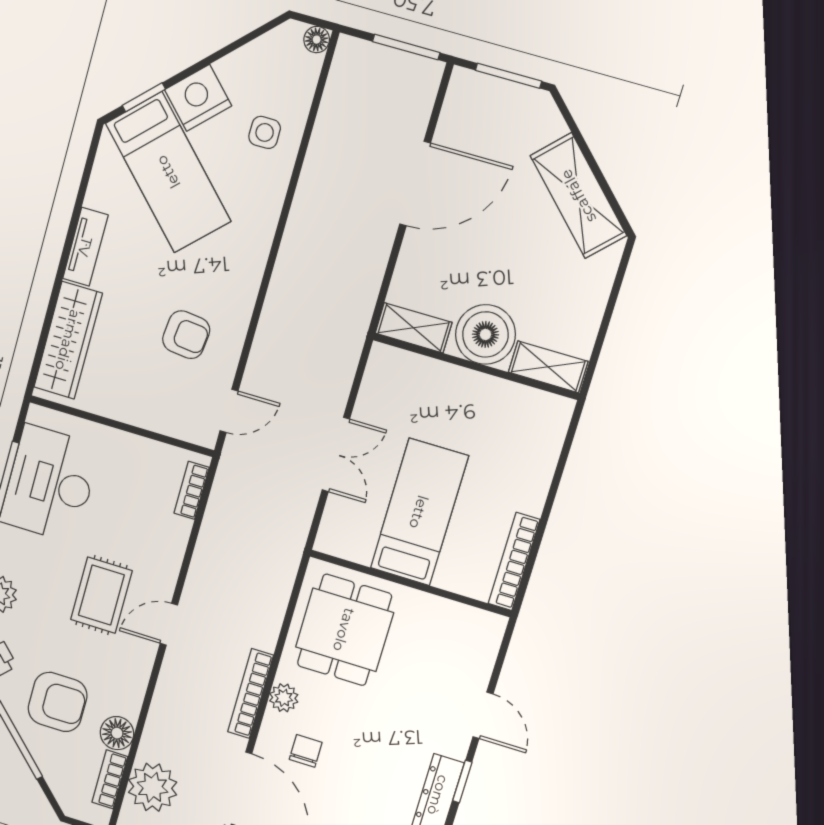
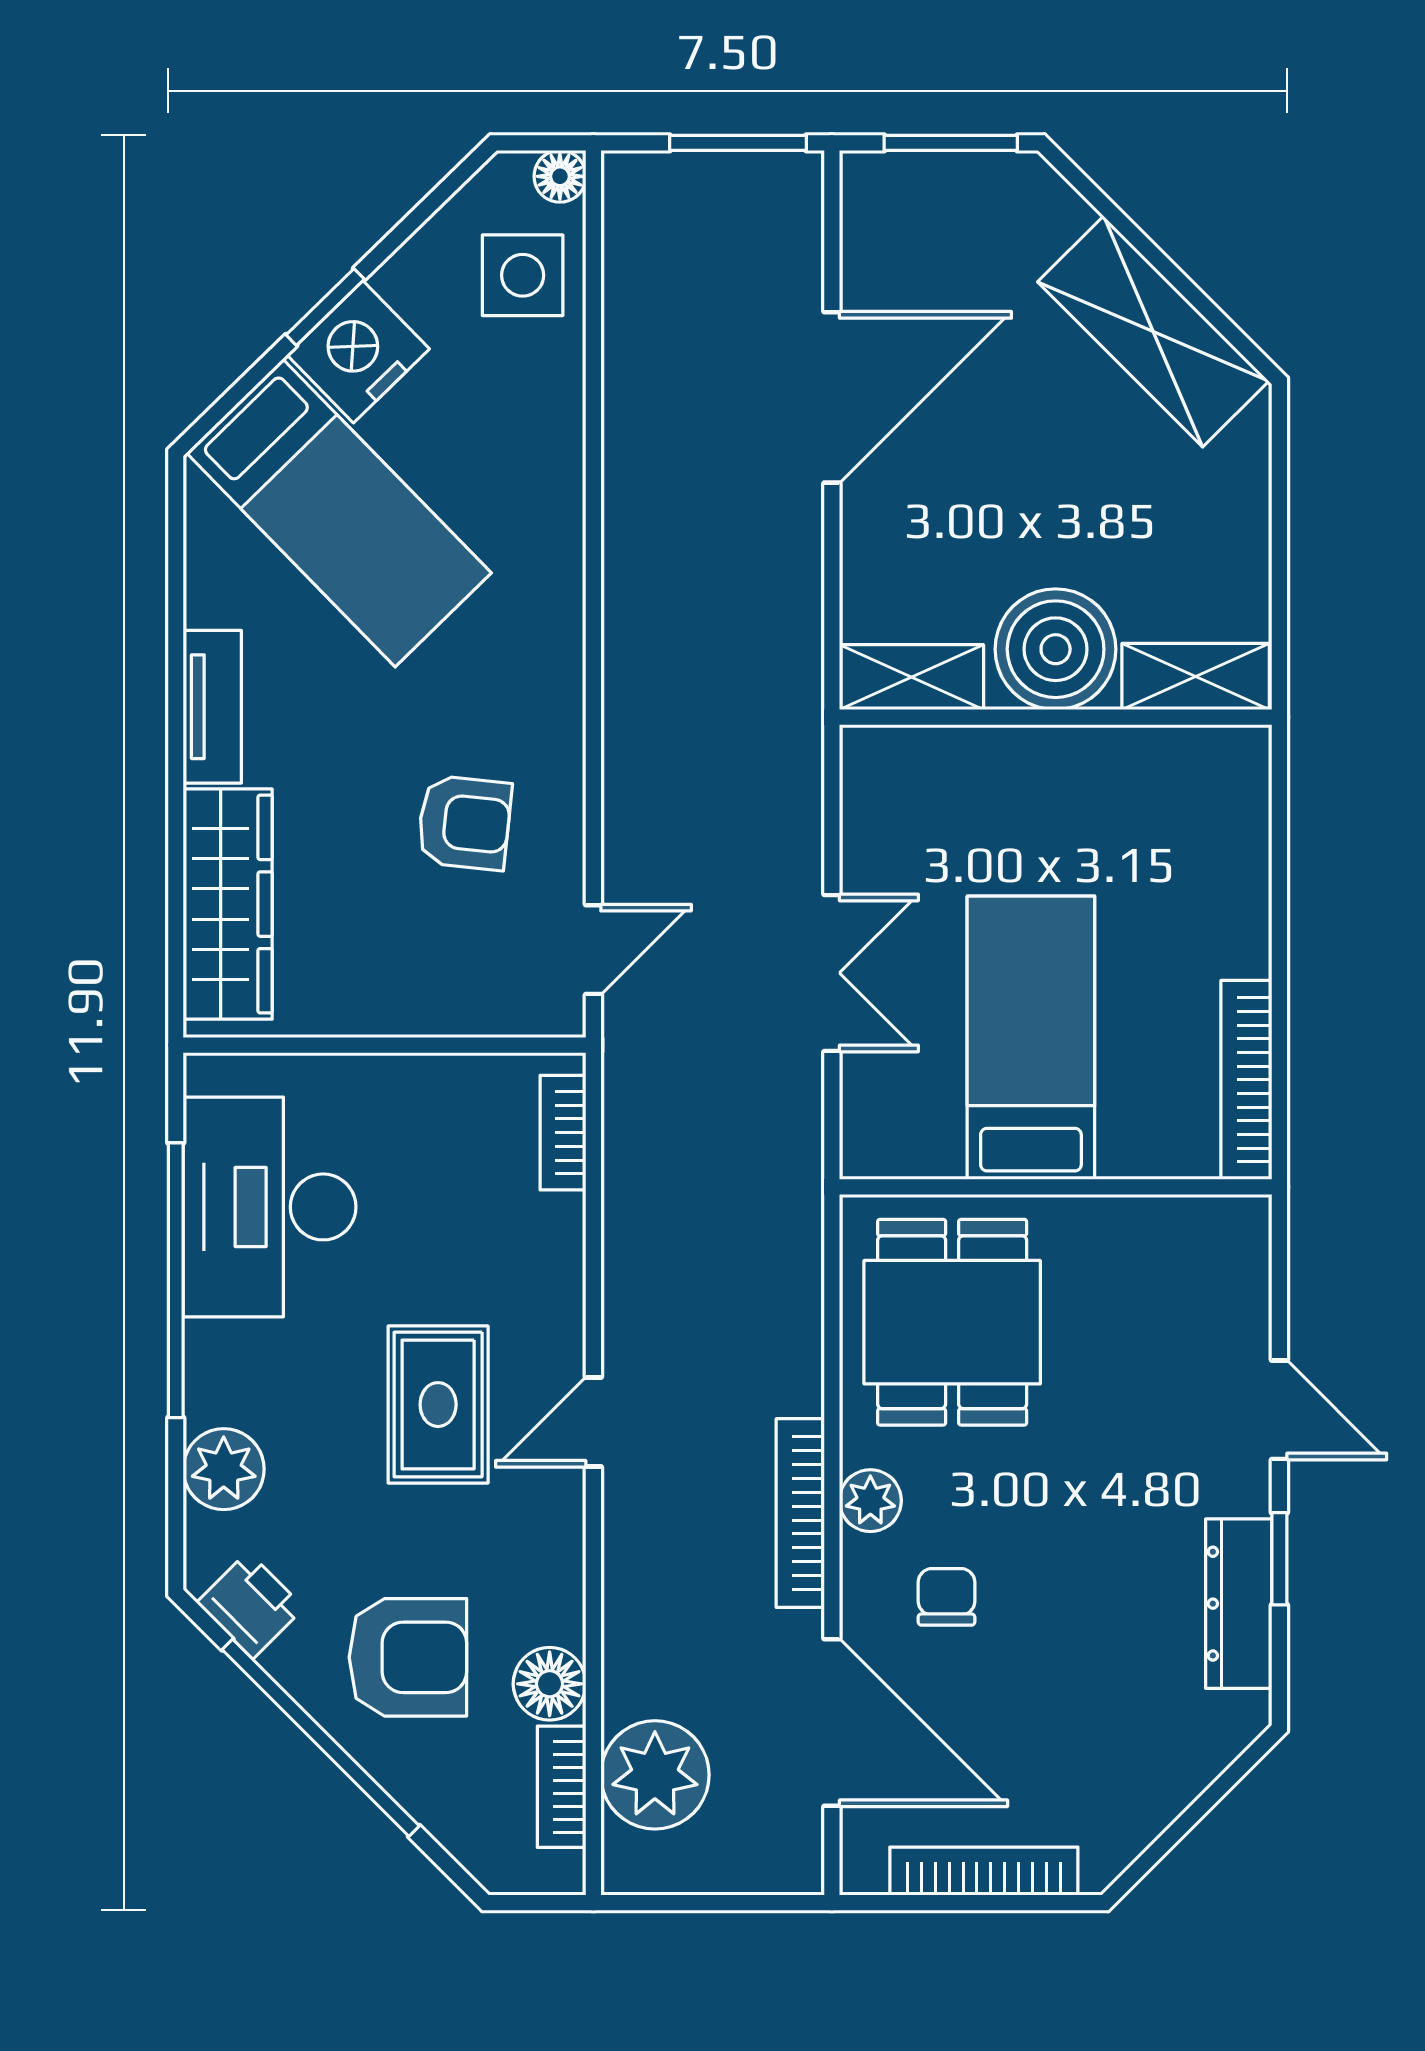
window: (144, 97) -> (325, 307), moved
side table: (265, 132) -> (523, 275), moved, width x1.37, depth x1.37

